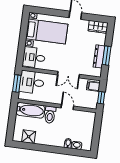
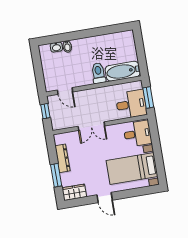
window: (107, 56) -> (56, 175), moved
double door: (68, 75) -> (91, 126), swing flipped
filing cabinet: (93, 86) -> (58, 122), removed
door: (67, 107) -> (65, 91), moved
shower: (29, 137) -> (115, 40), removed

